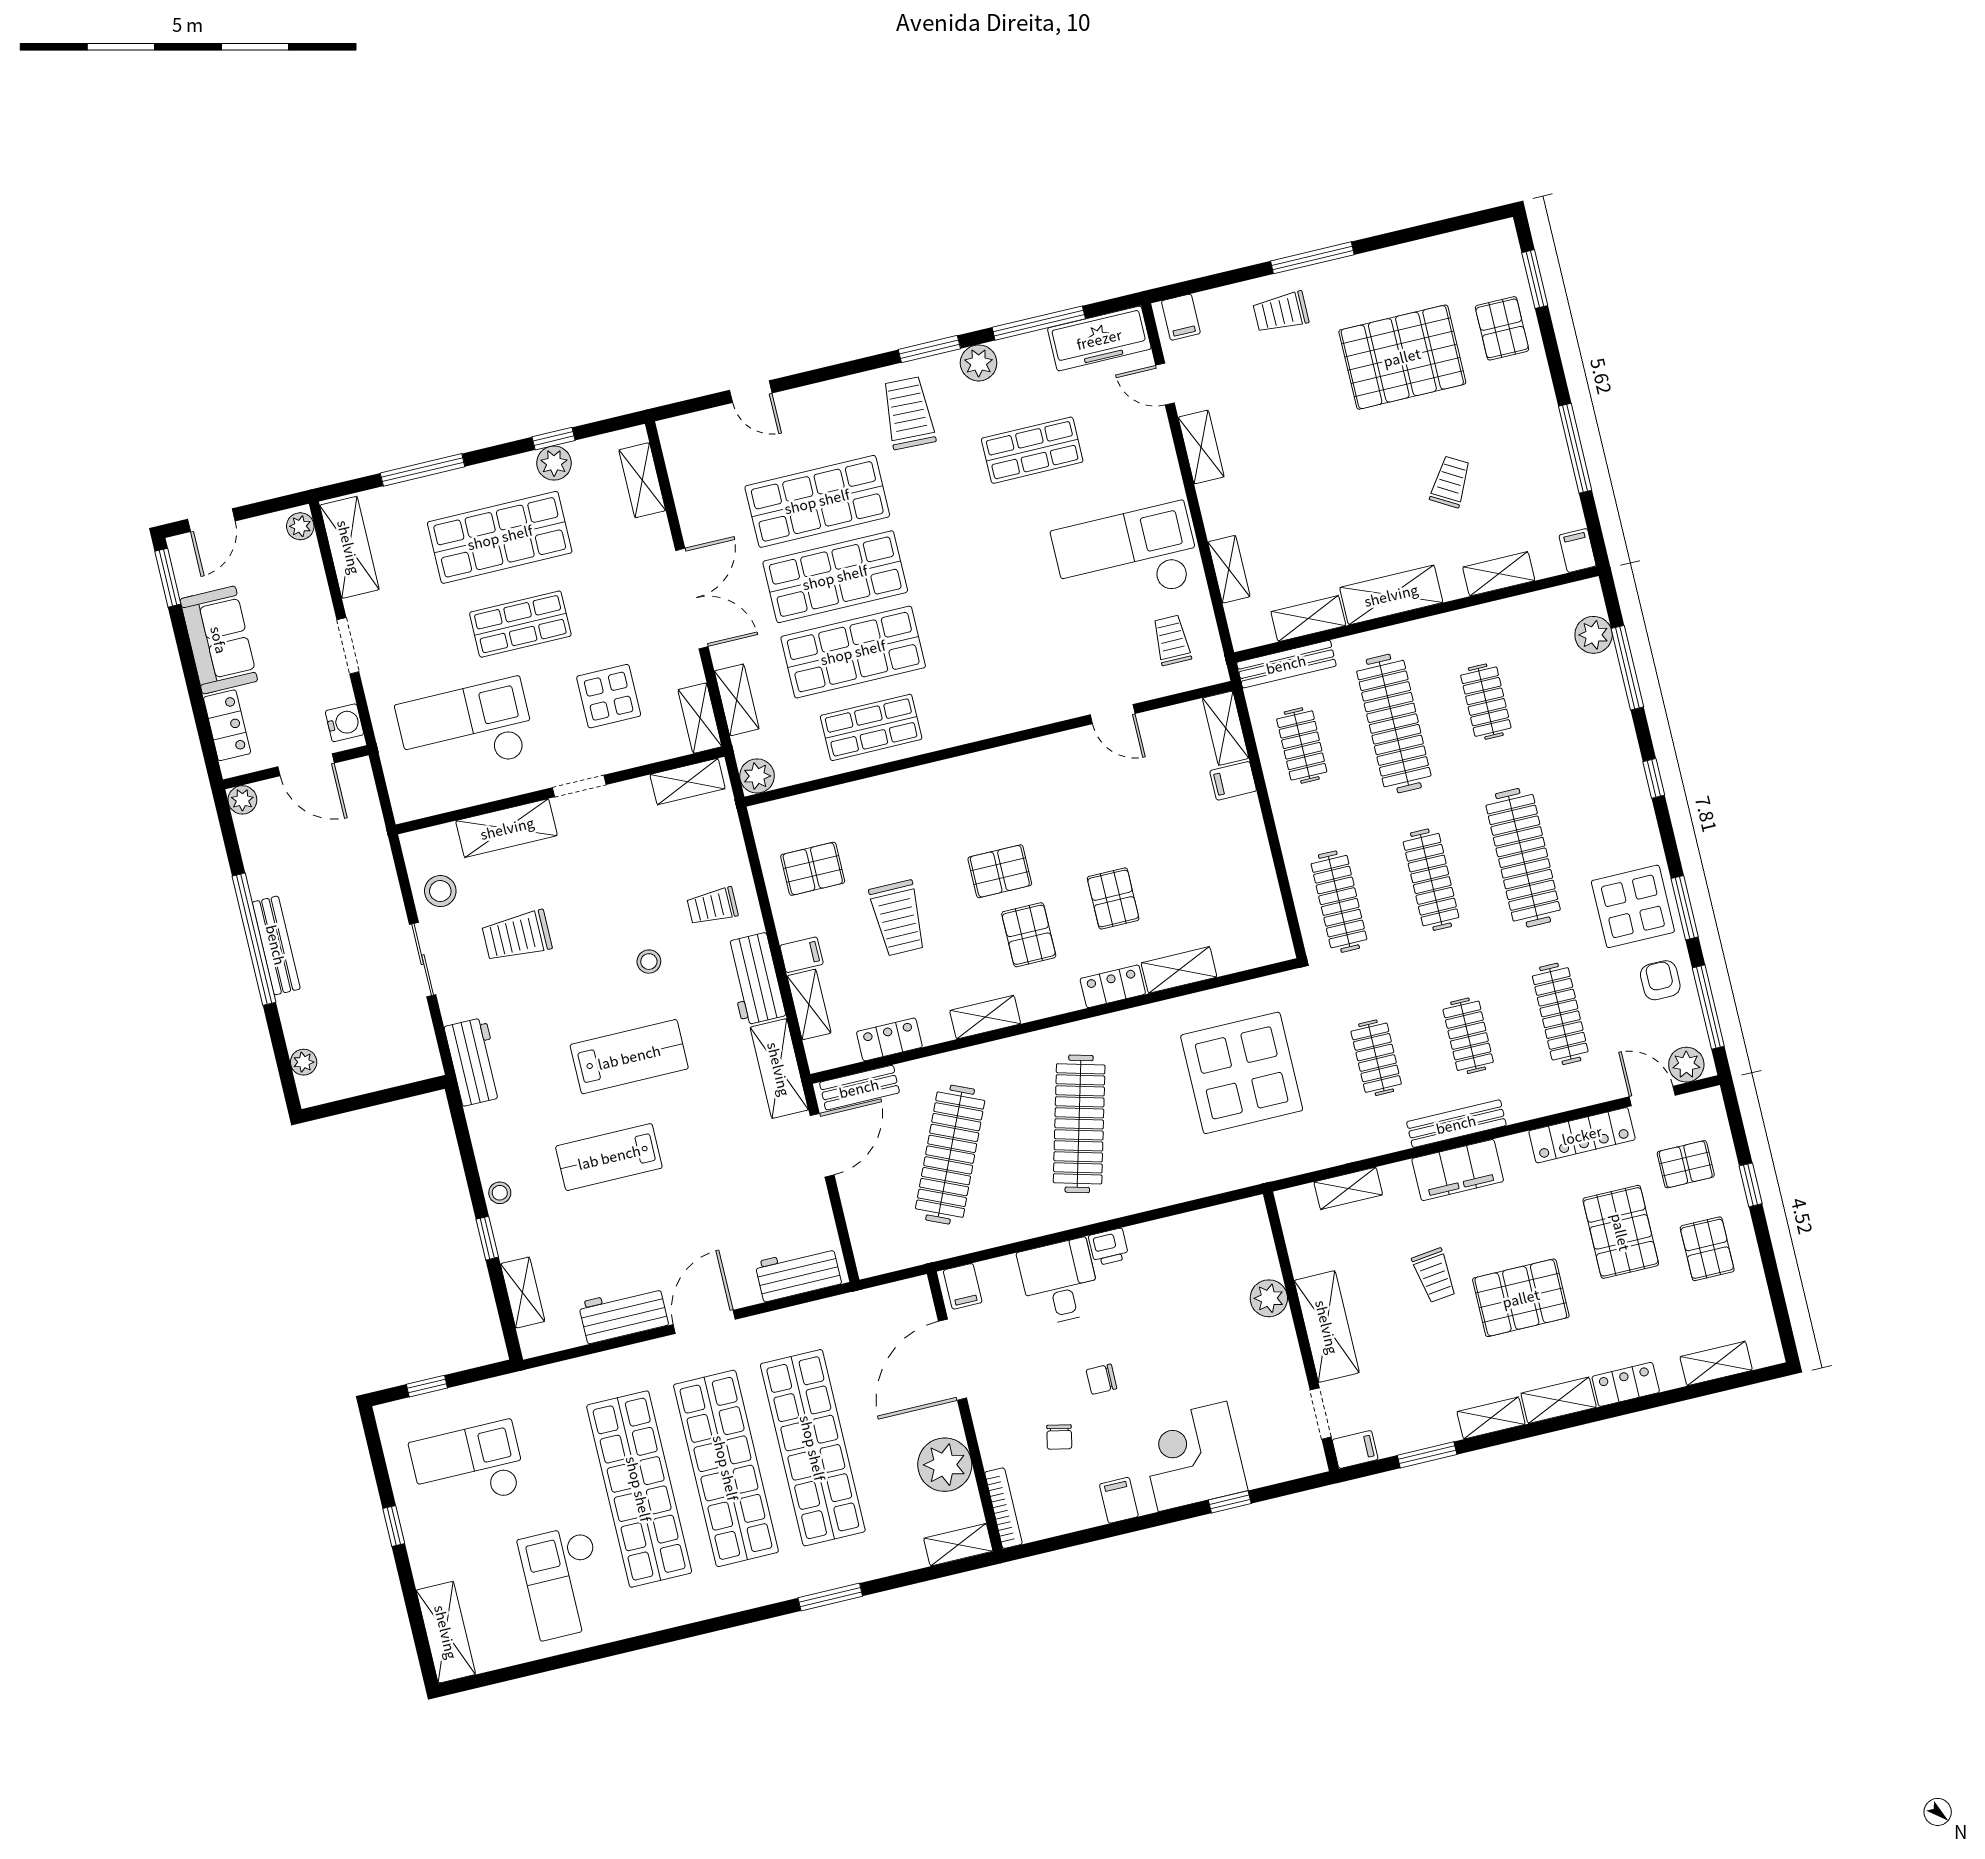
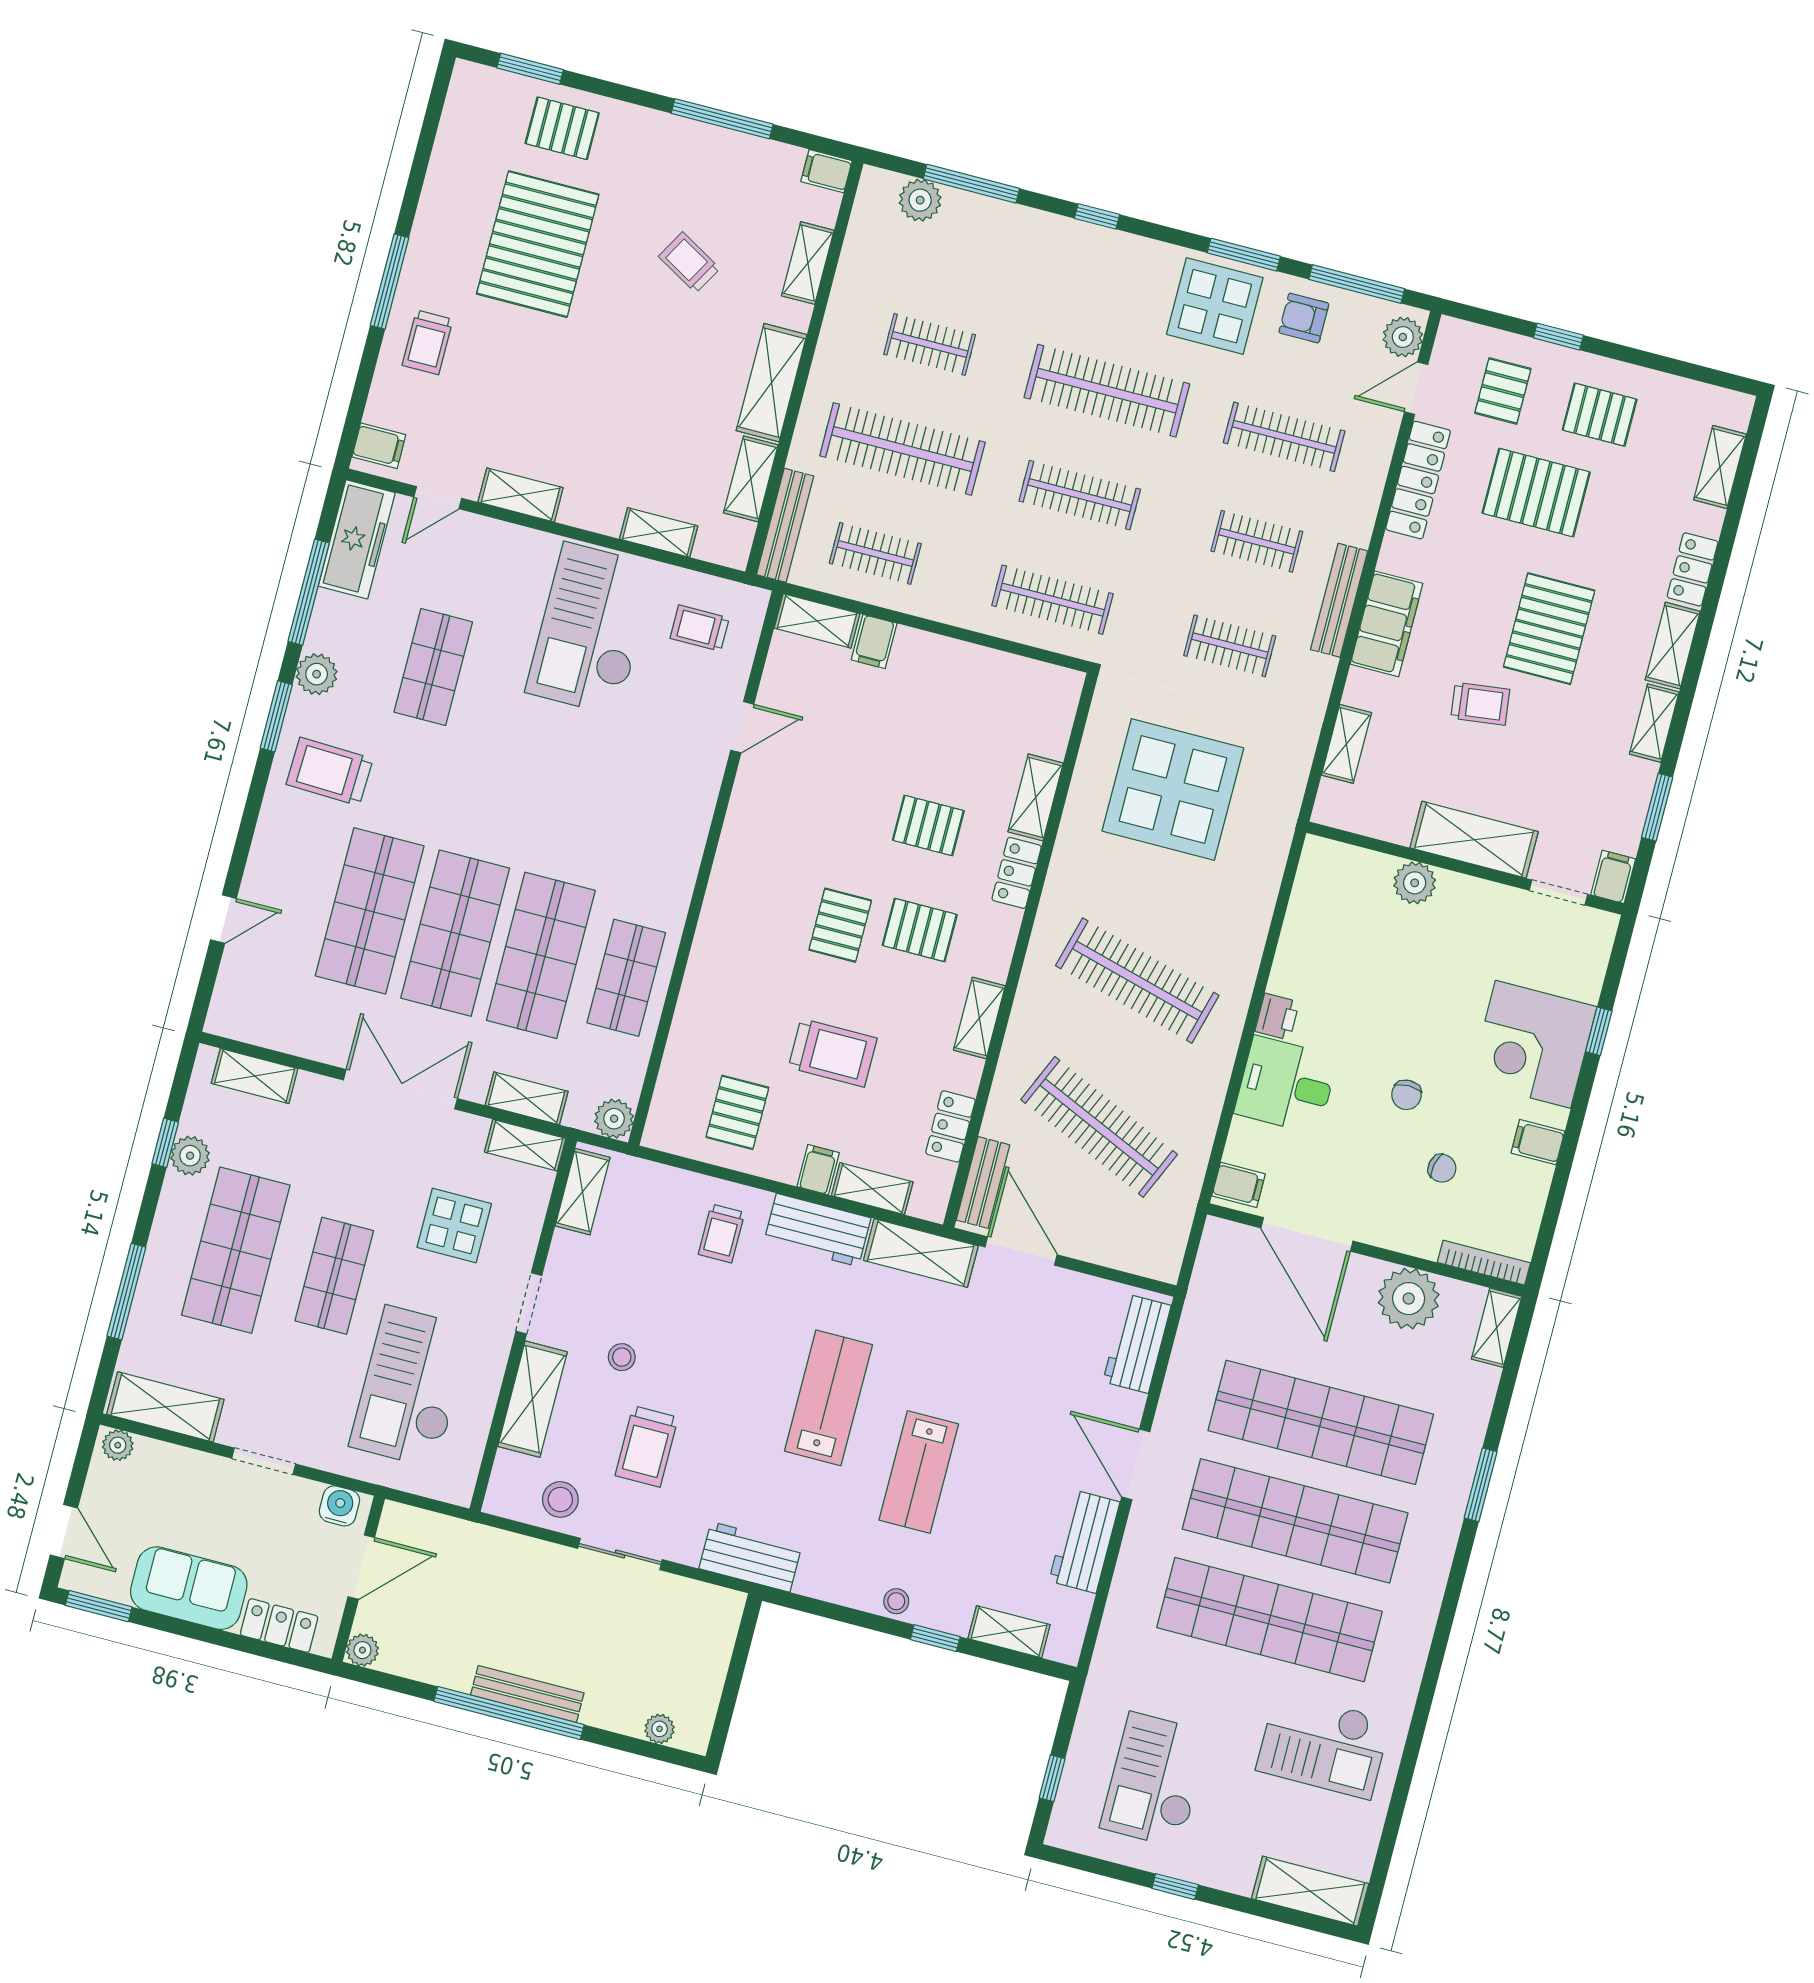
stool: (649, 962) -> (622, 1357), moved

